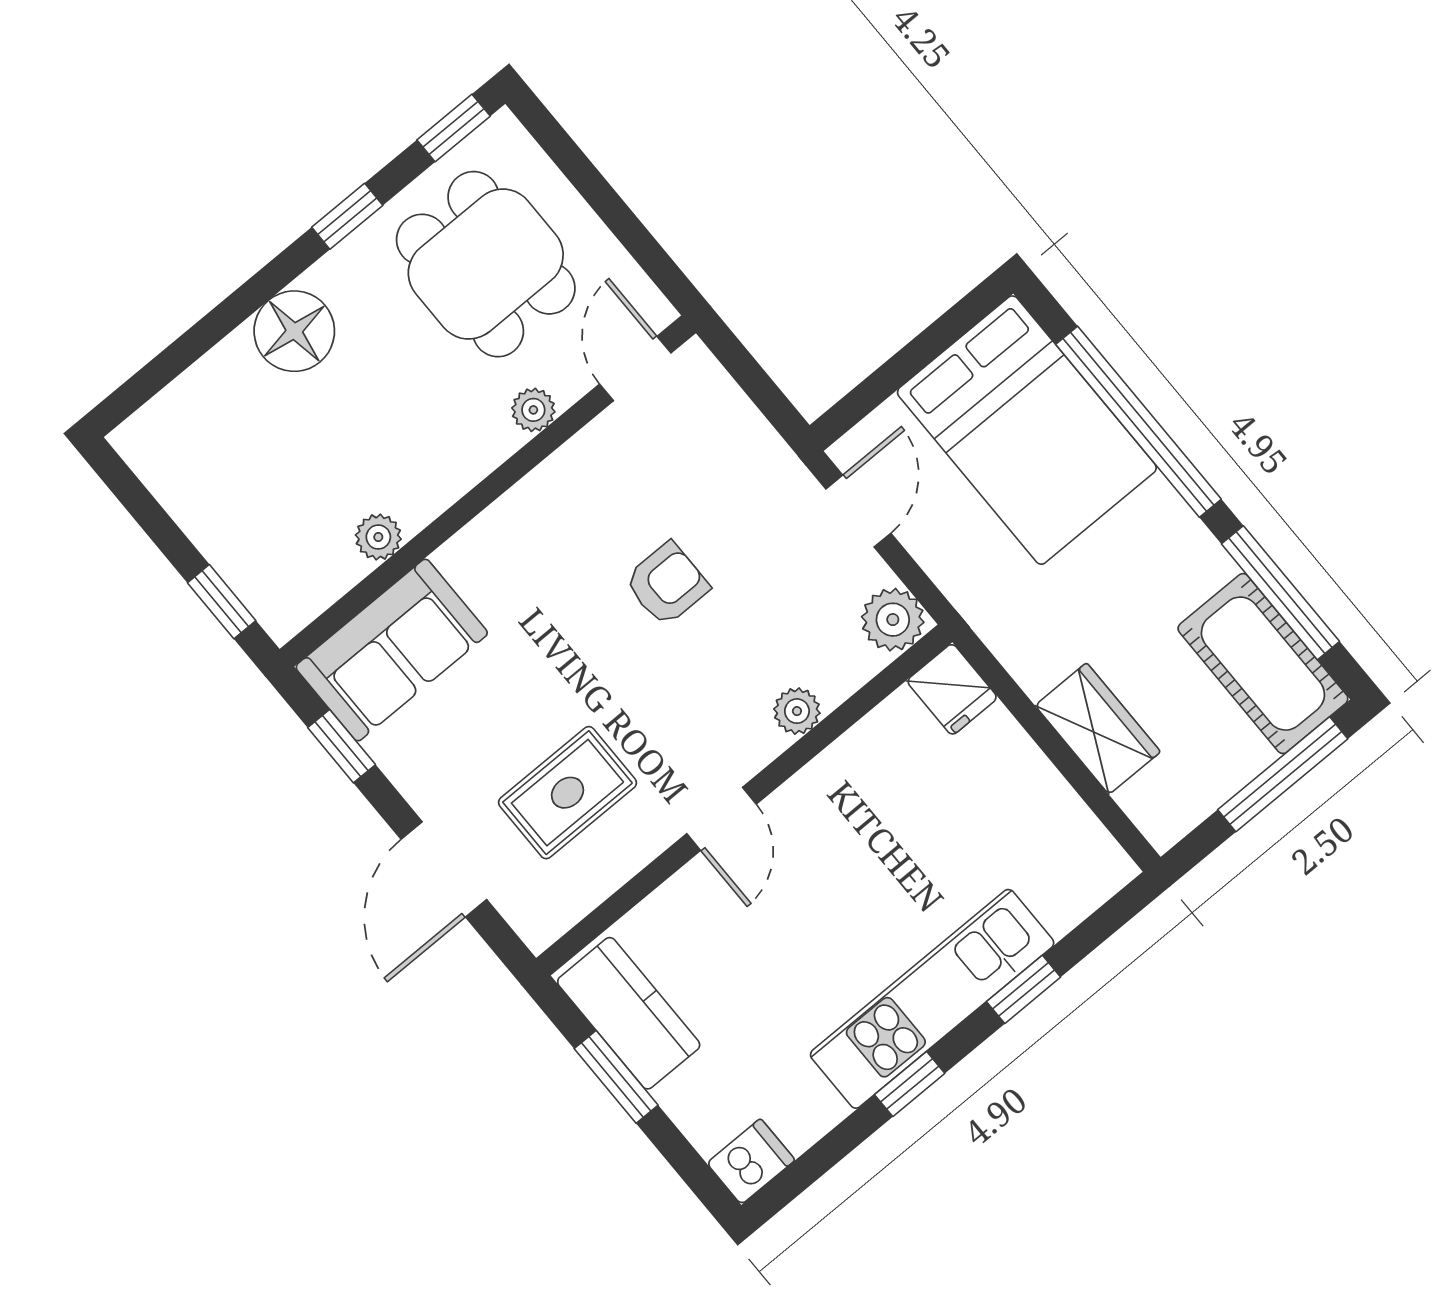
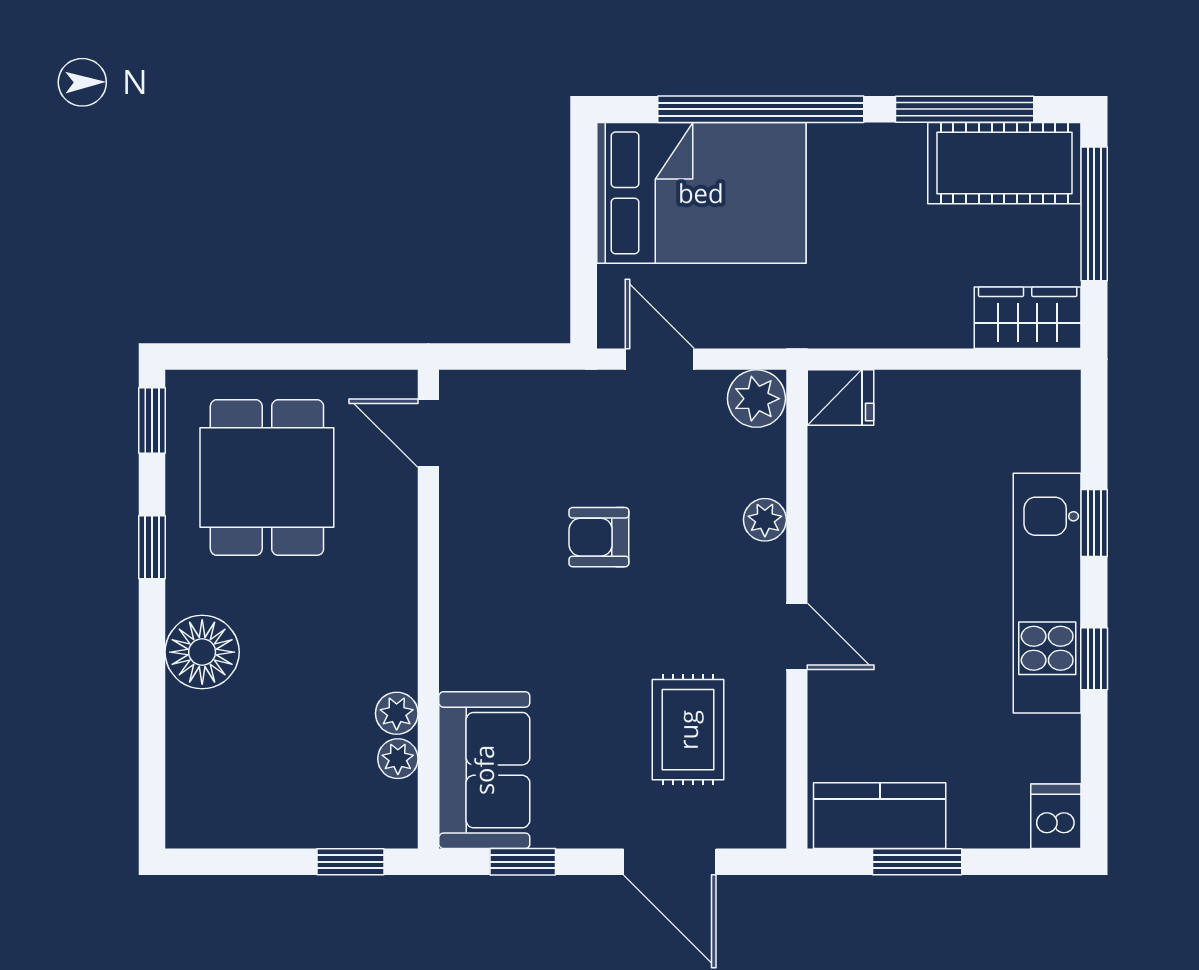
dining table: (486, 264) -> (267, 478), turned 90
plant: (533, 410) -> (398, 759), moved
armchair: (667, 584) -> (599, 537), turned -90
wardrobe: (1098, 729) -> (1028, 318), moved

